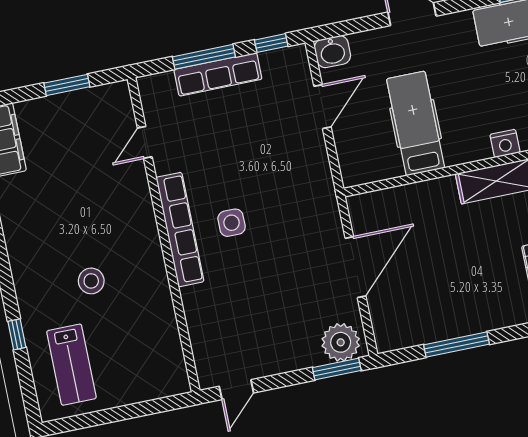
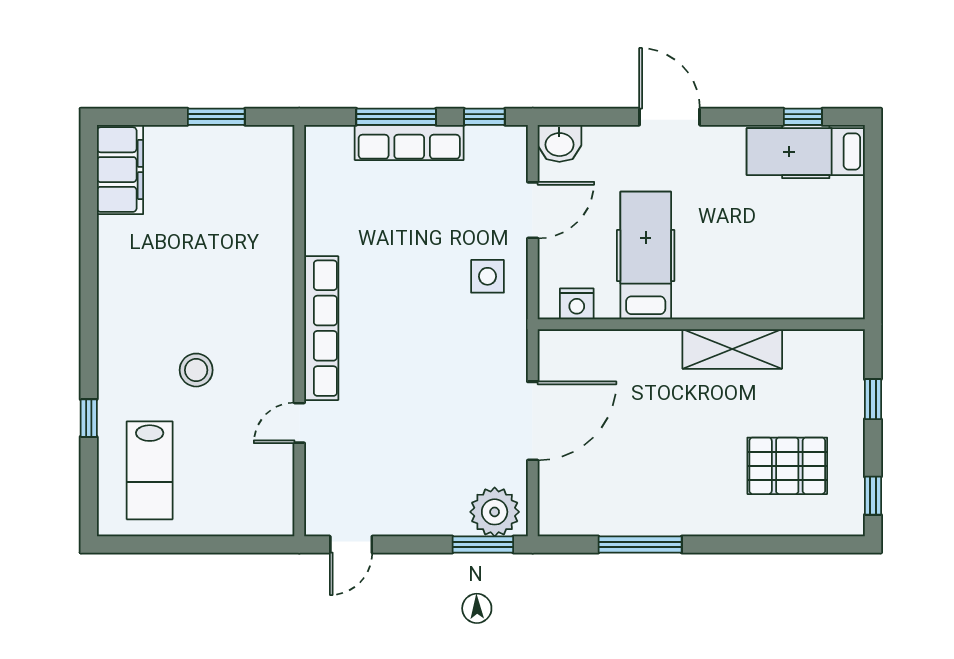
door: (145, 142) -> (299, 423), moved
nightstand: (505, 143) -> (577, 304), moved
side table: (232, 223) -> (487, 276), moved

